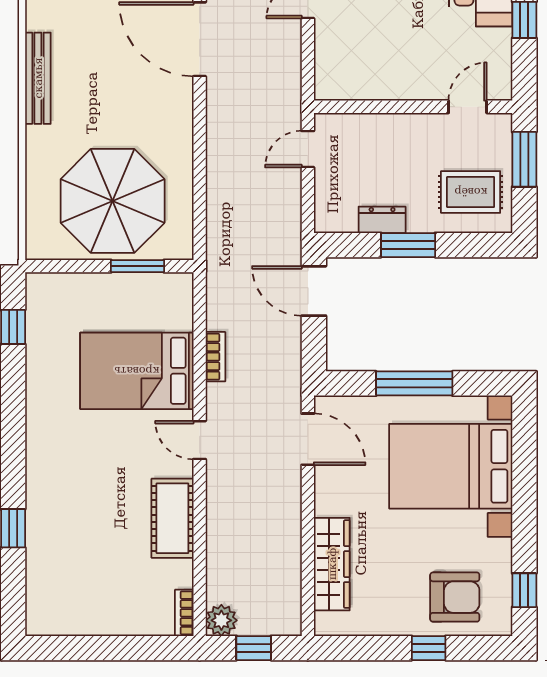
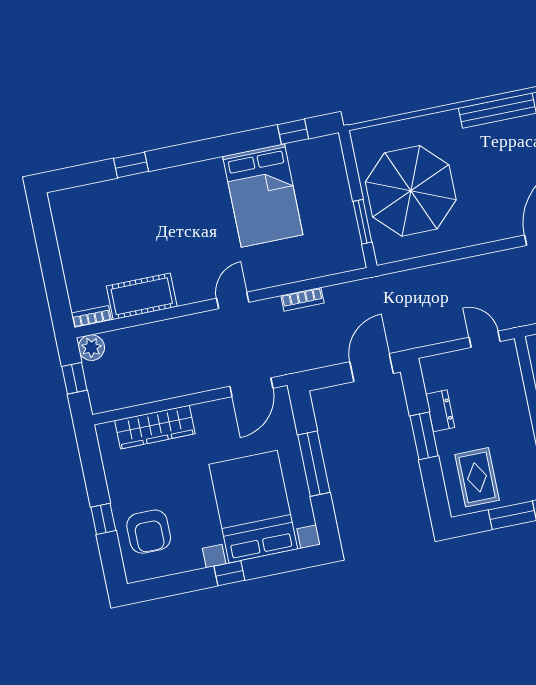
bed: (137, 371) -> (263, 195), moved, turned 180
cot: (172, 518) -> (142, 296), moved
window: (524, 590) -> (229, 573), moved

